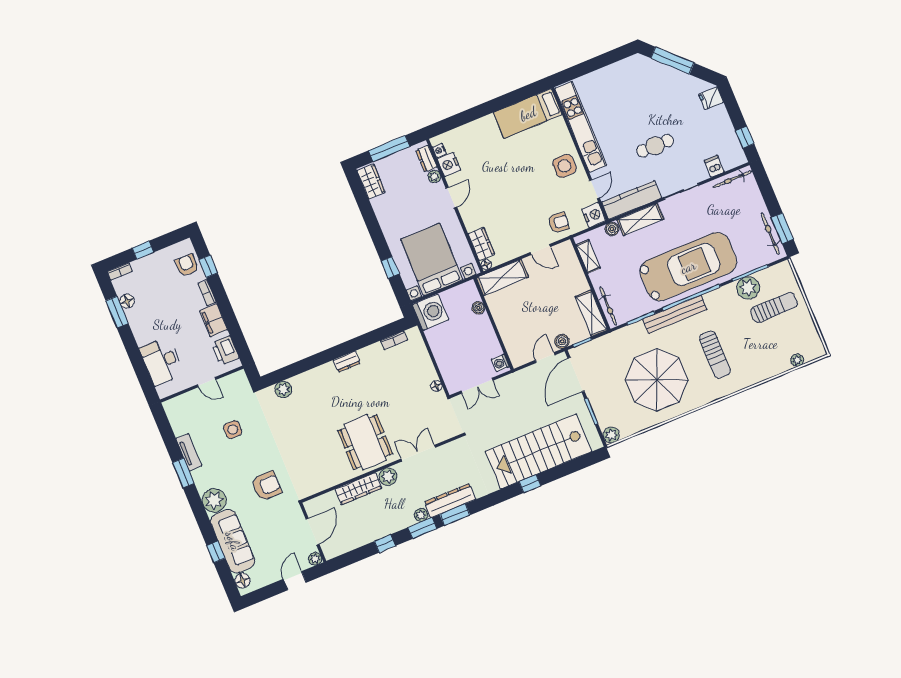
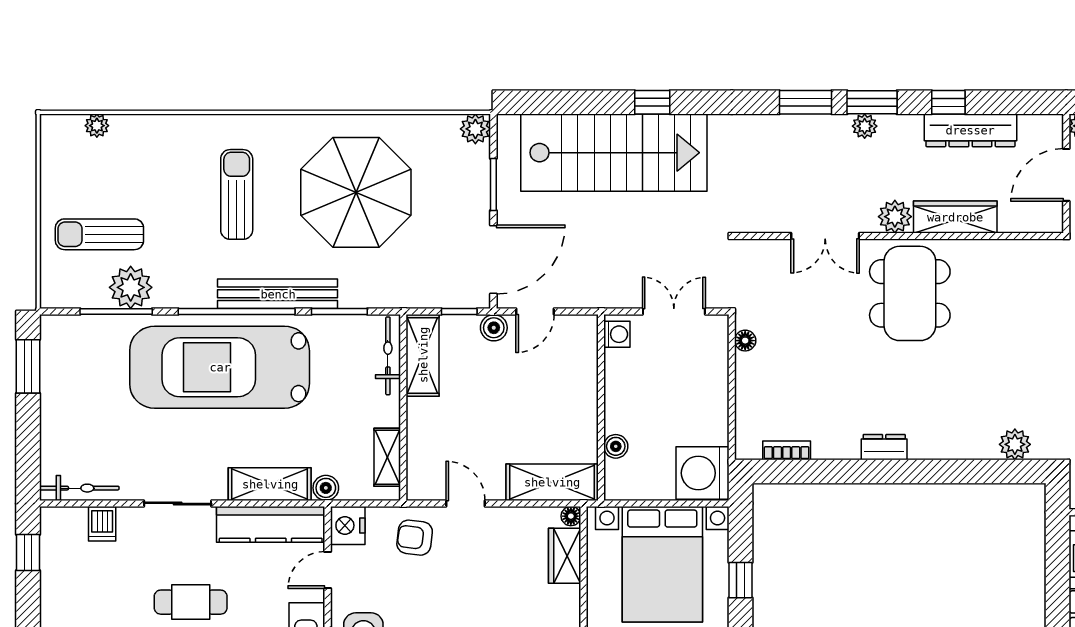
bicycle: (770, 234) -> (53, 366), removed
dresser: (450, 501) -> (970, 130), moved

